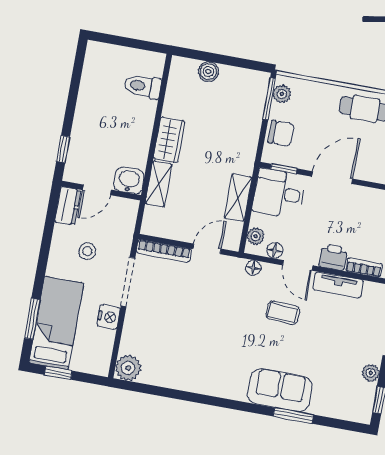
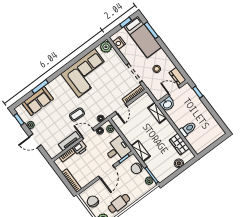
toilet: (143, 86) -> (188, 129), moved
wardrobe: (169, 140) -> (179, 144), moved
door: (97, 190) -> (174, 91), hinge flipped
shelving: (238, 198) -> (141, 151), moved
nightstand: (109, 317) -> (119, 43), moved
corner sofa: (201, 360) -> (87, 73), added
sofa: (280, 390) -> (38, 101), moved

